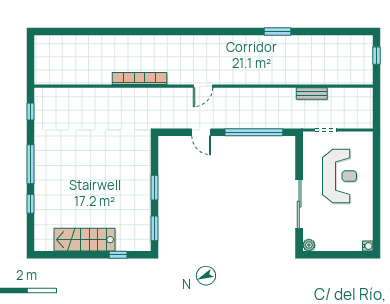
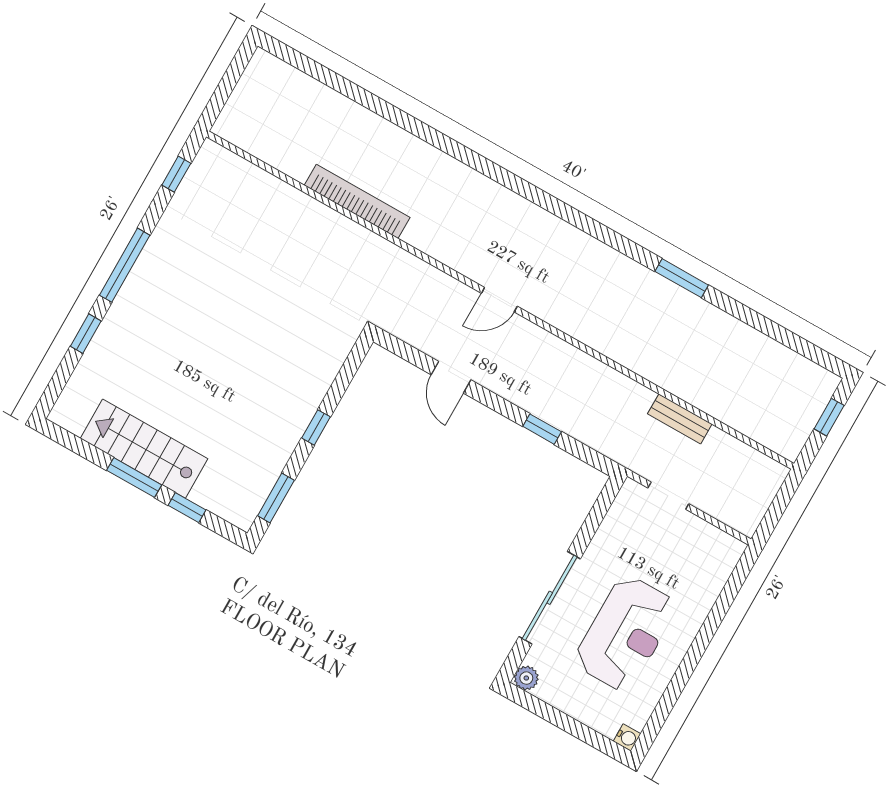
bookcase: (139, 79) -> (357, 201), moved
window: (254, 132) -> (542, 429), width x0.32
reception desk: (339, 176) -> (626, 633), moved
window: (155, 188) -> (316, 427), width x0.67
window: (87, 255) -> (134, 478), added

